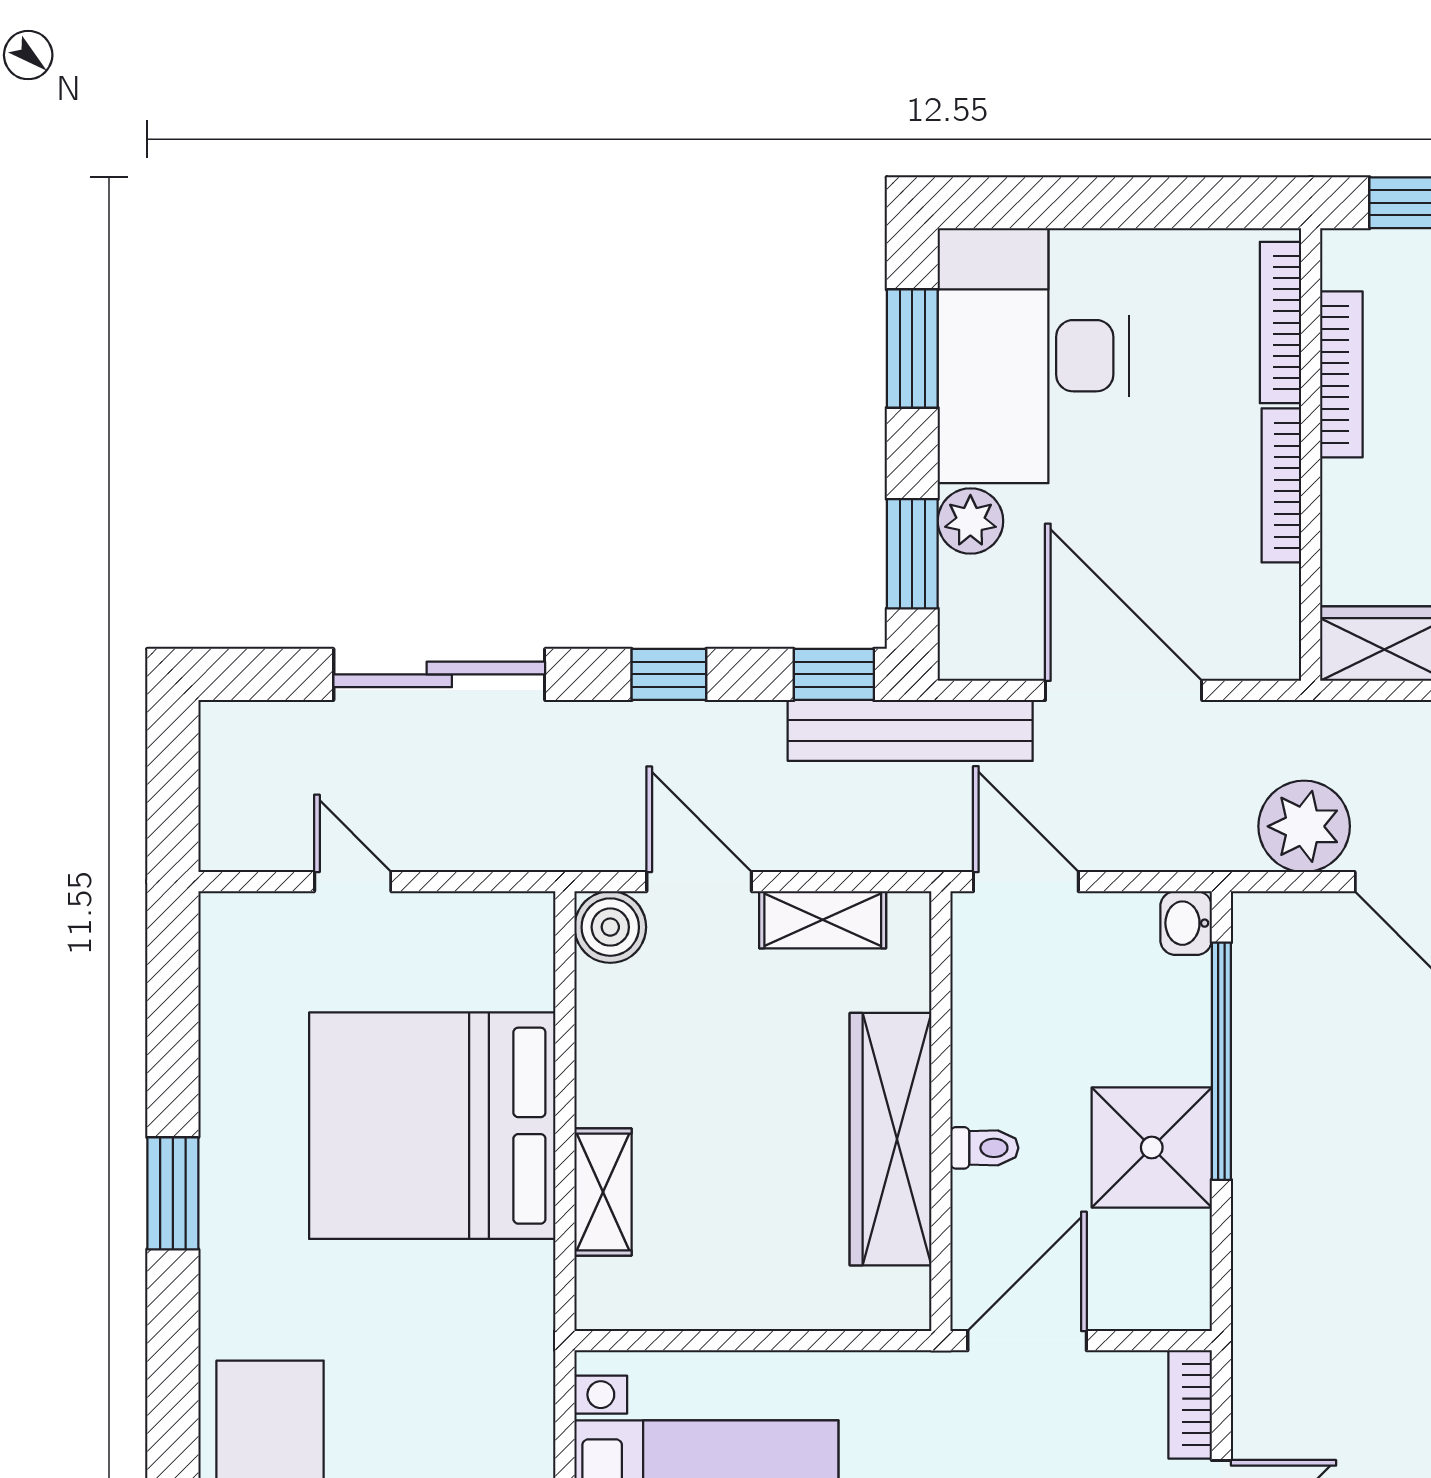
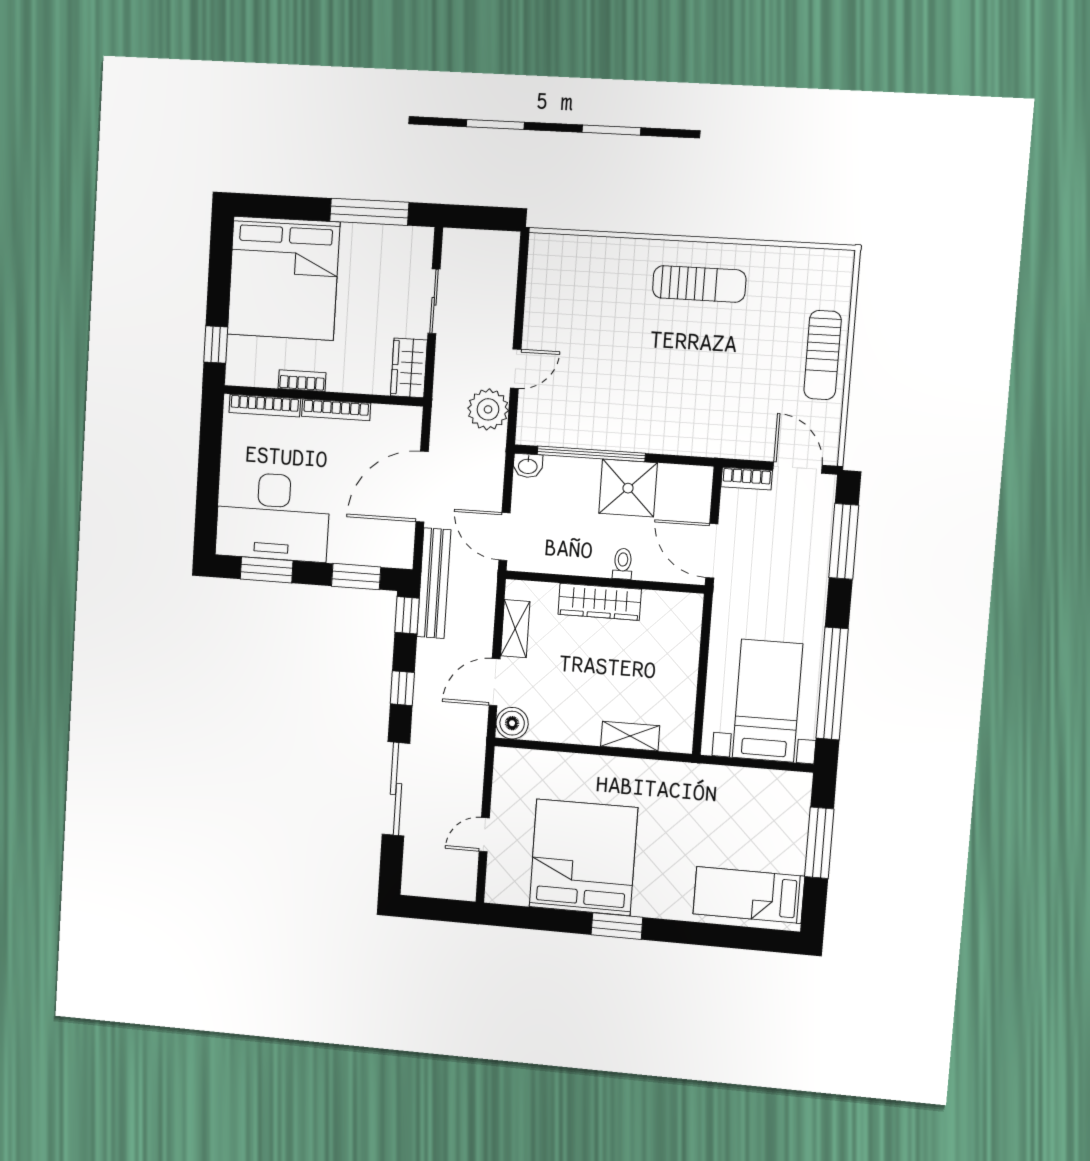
bookcase: (1341, 374) -> (302, 381), width x0.64
plant: (970, 521) -> (343, 550), removed
door: (1026, 882) -> (504, 536), hinge flipped
bed: (432, 1126) -> (583, 857), moved, turned 180
wardrobe: (891, 1139) -> (600, 602), width x0.71, depth x0.85

